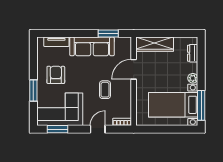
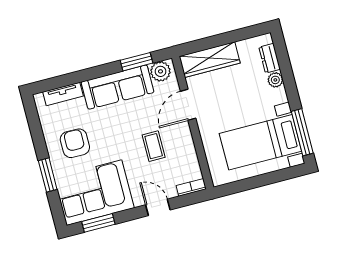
plant: (122, 44) -> (160, 71), added
plant: (193, 78) -> (275, 80), moved
door: (98, 129) -> (158, 207), hinge flipped

